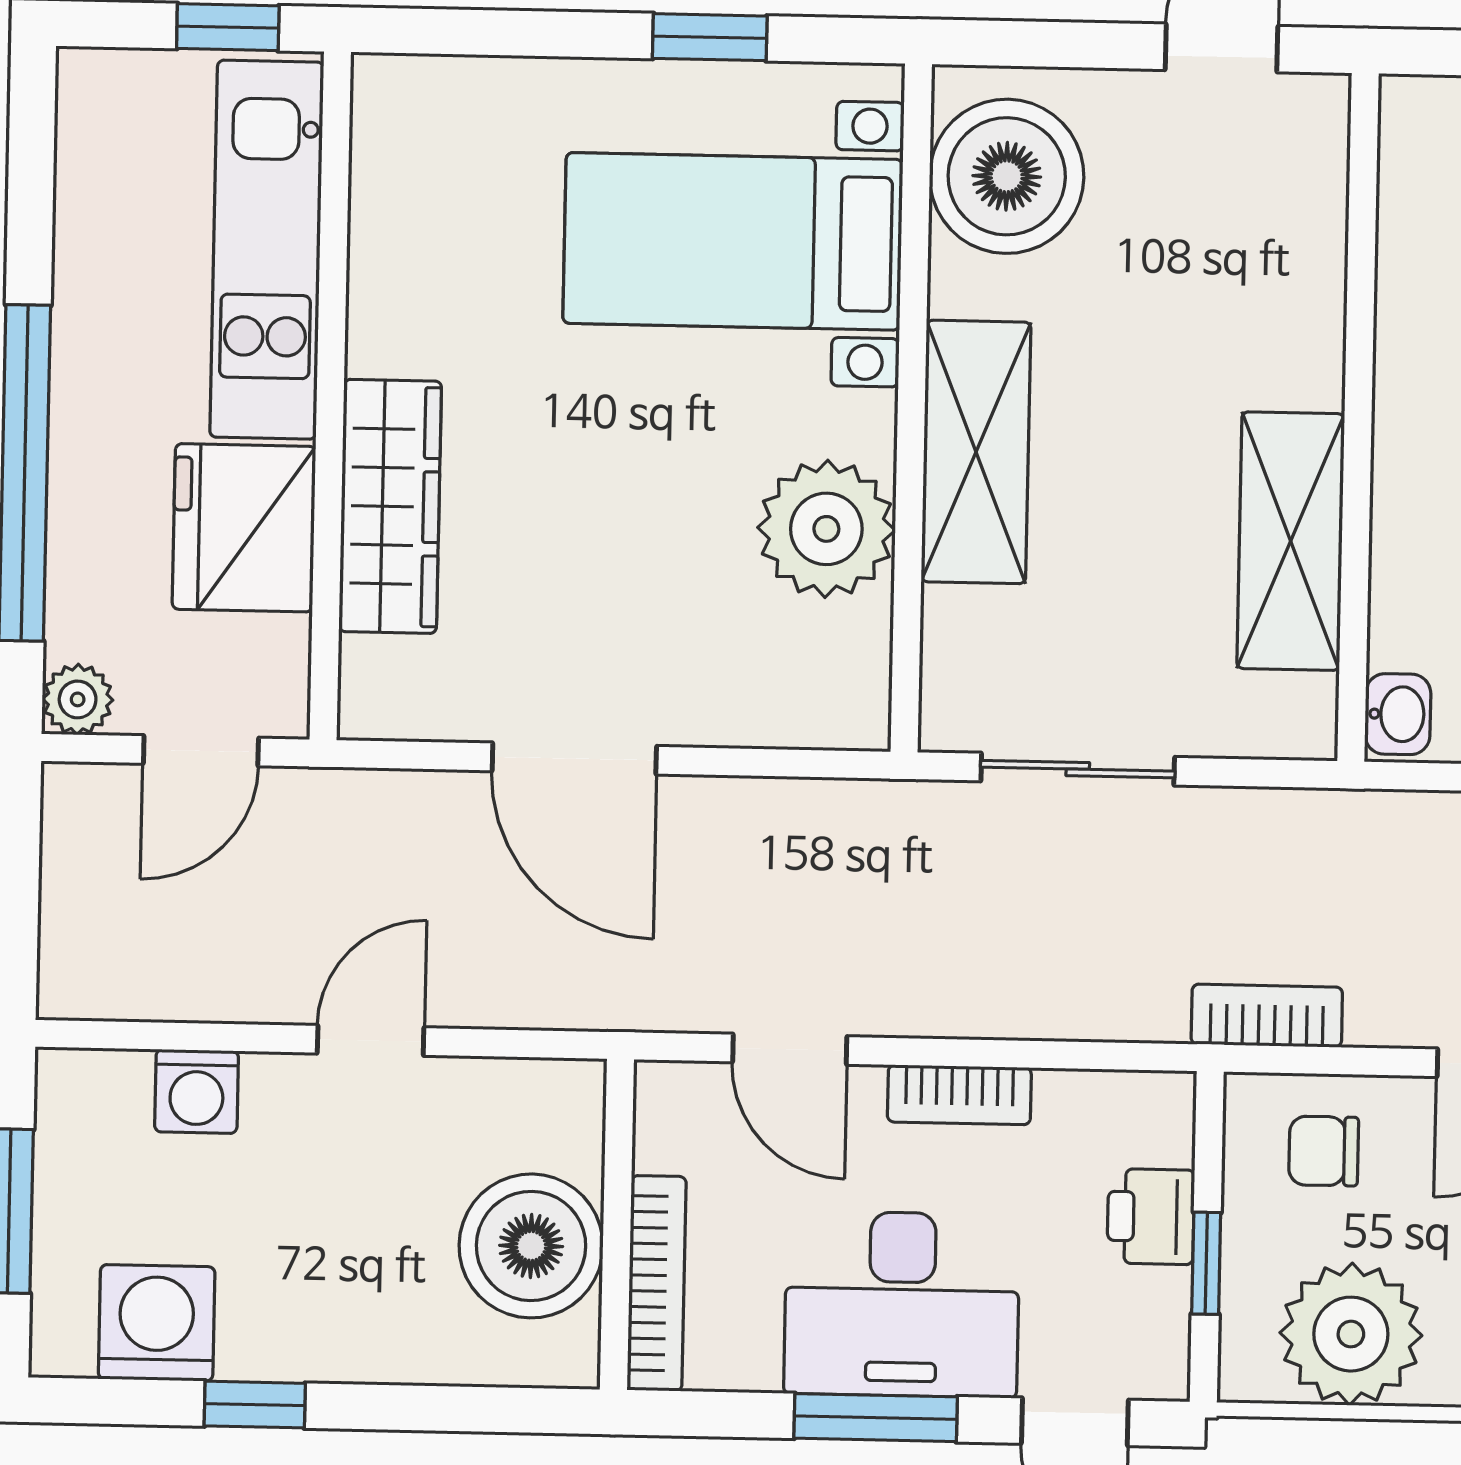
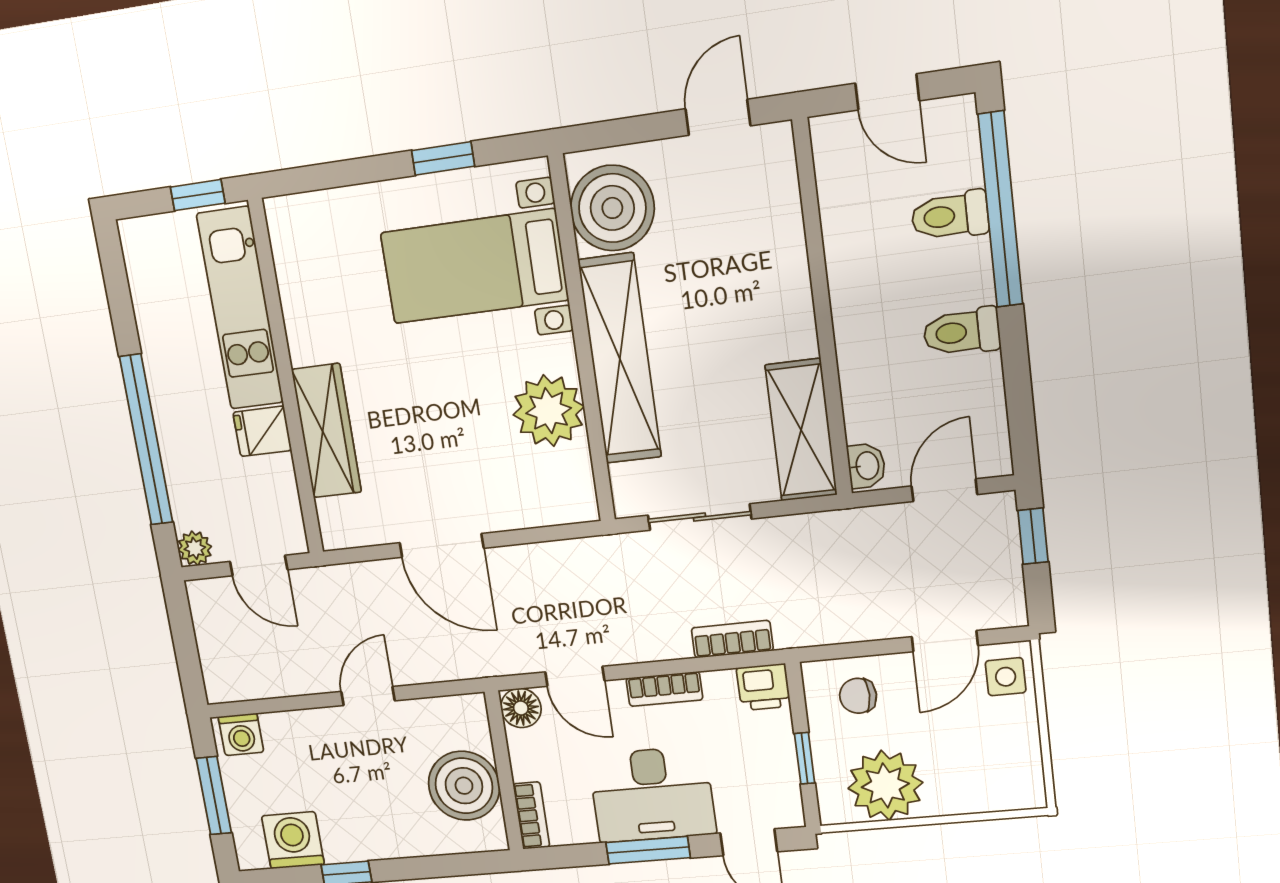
shelving: (976, 452) -> (620, 359), width x1.47
fridge: (244, 528) -> (262, 431), width x0.53, depth x0.75
shelving: (1291, 541) -> (801, 430), moved
door: (201, 751) -> (259, 566), hinge flipped
bookcase: (1267, 1016) -> (732, 639), moved
washing machine: (197, 1091) -> (241, 734), moved
floor lamp: (673, 1100) -> (521, 708), added
printer: (1151, 1217) -> (763, 687), moved, turned -90
bookcase: (657, 1283) -> (531, 815), width x0.64

